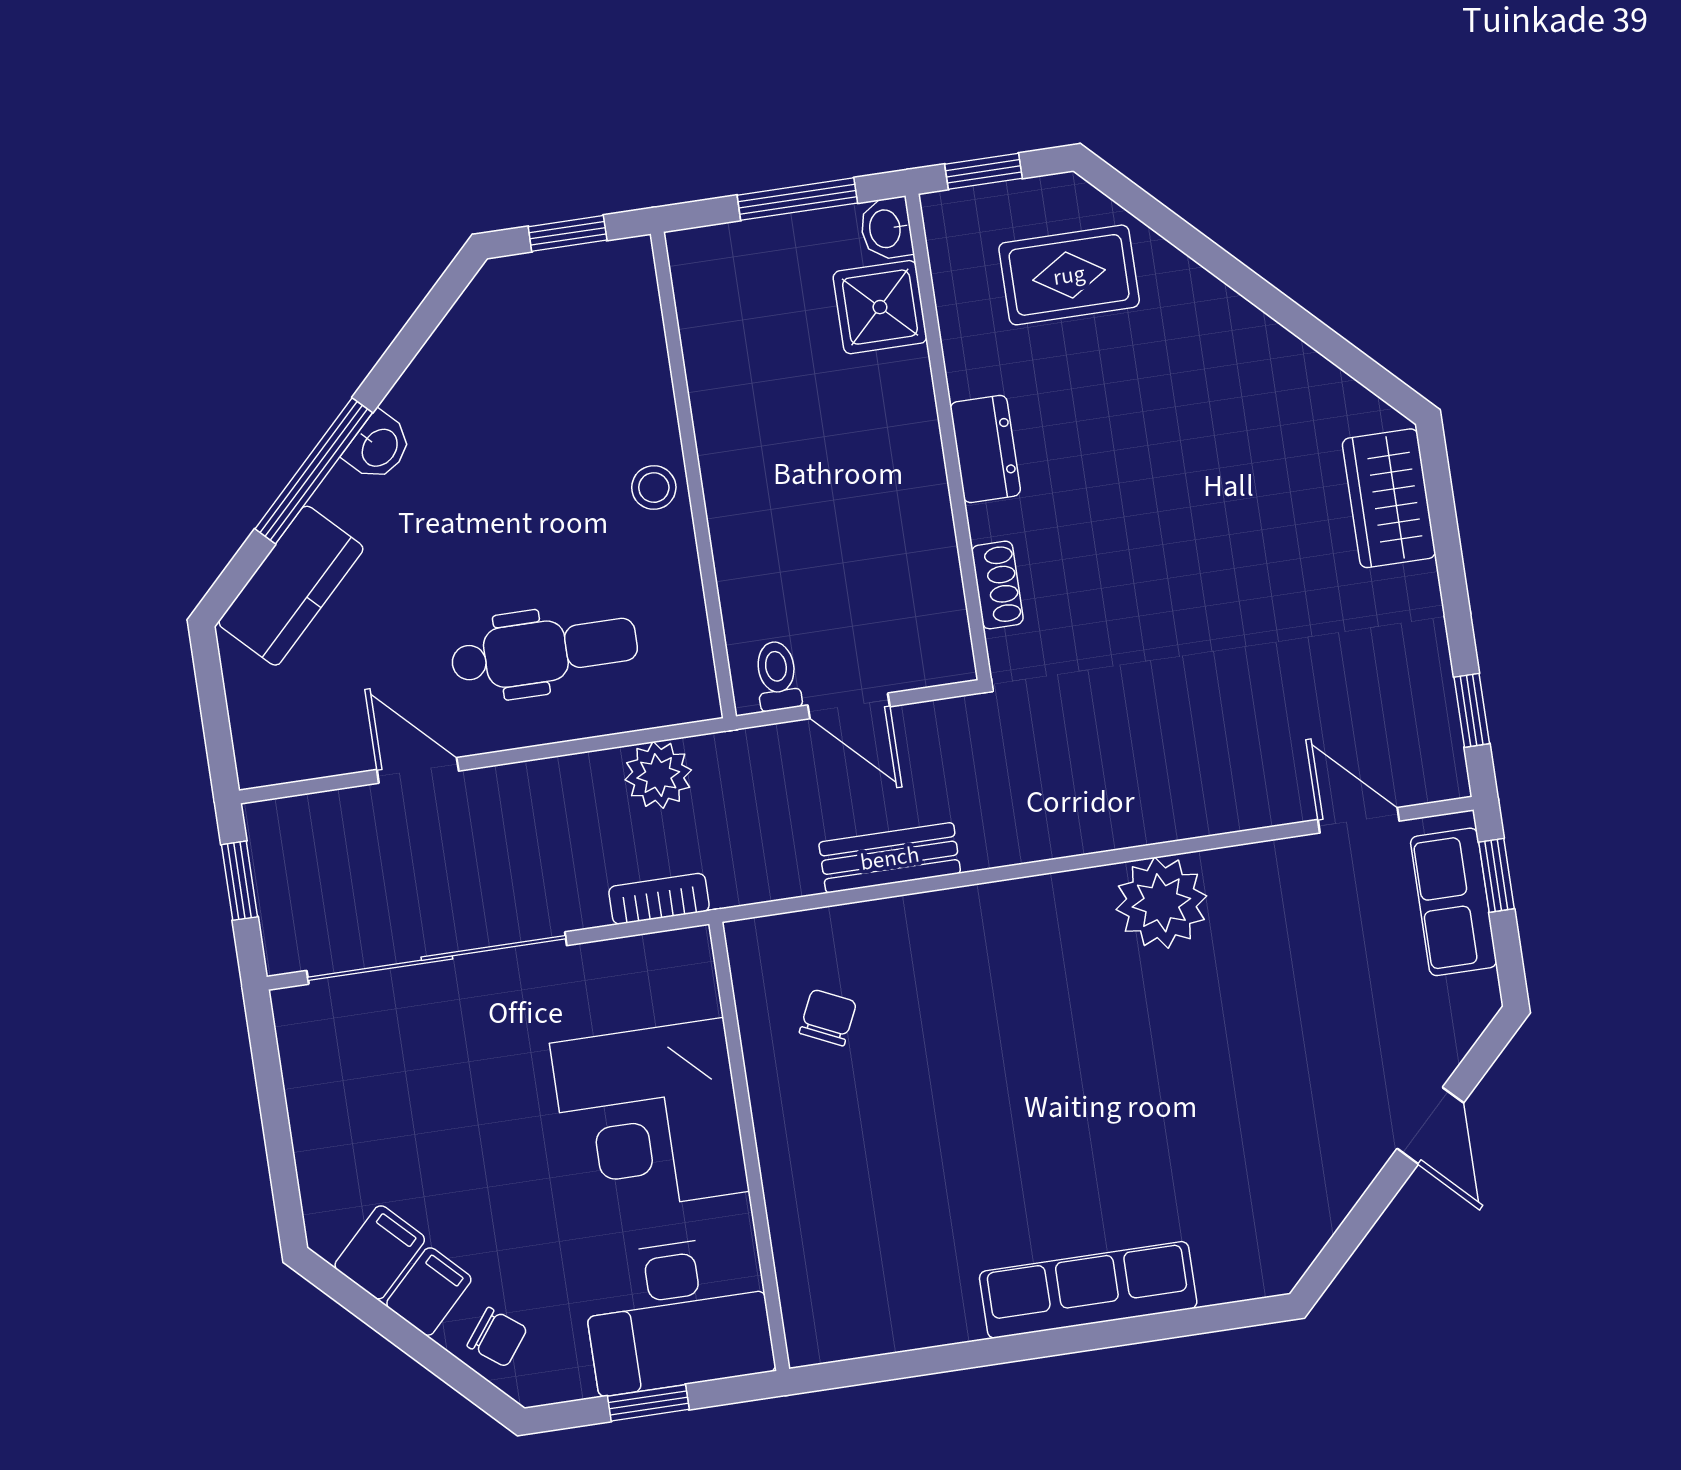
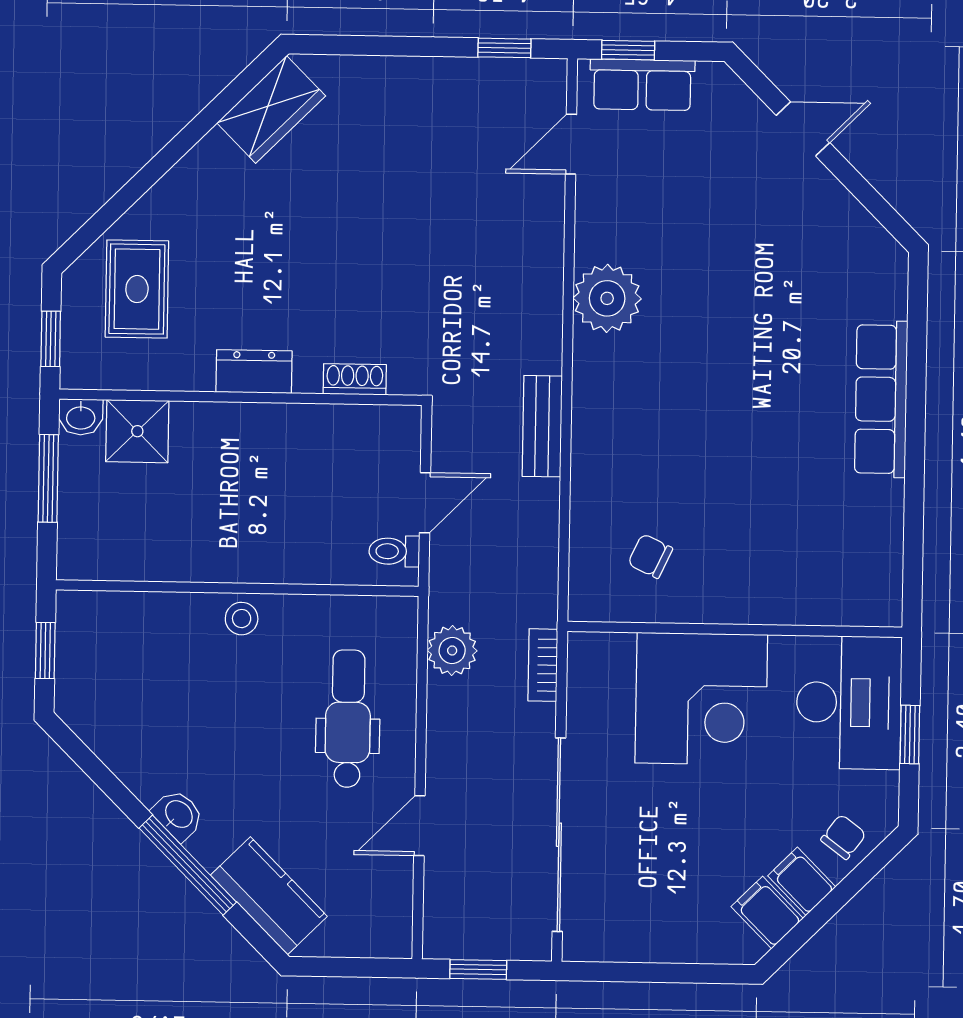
wardrobe: (1389, 498) -> (271, 109), moved, turned -45
bench: (890, 858) -> (542, 426), moved

